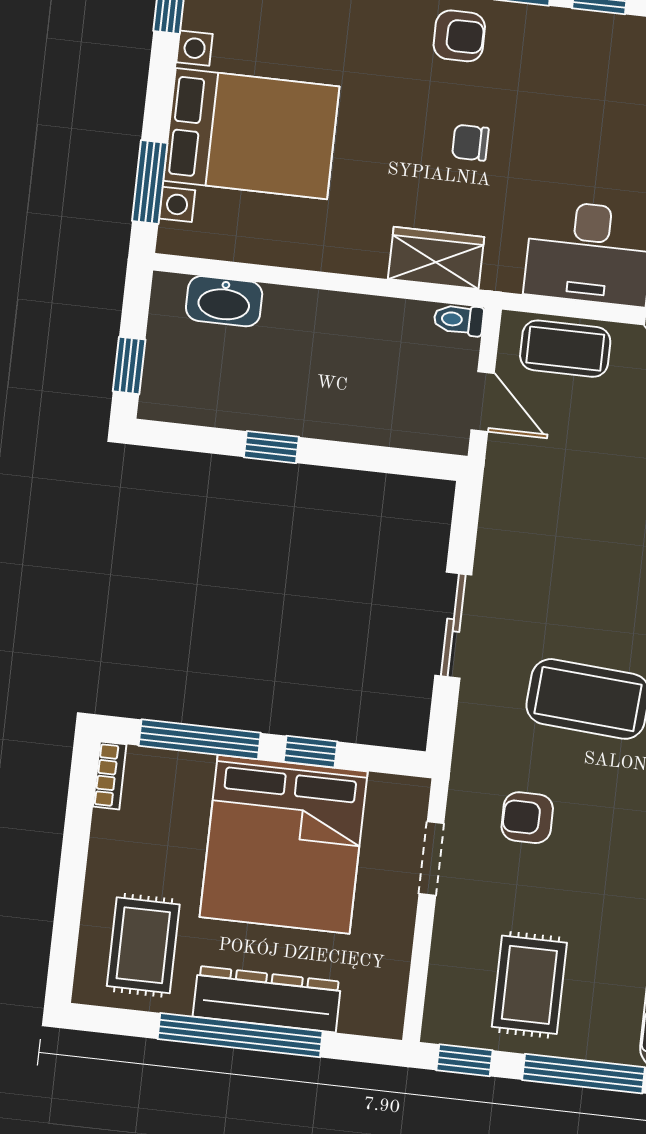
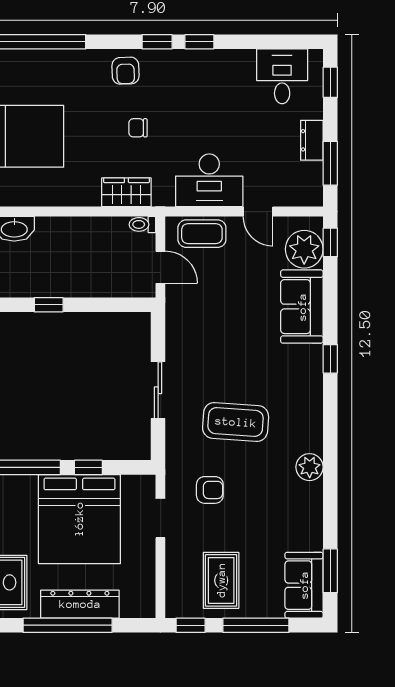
armchair: (459, 36) -> (126, 71), turned 88
armchair: (527, 818) -> (210, 490), turned 180

